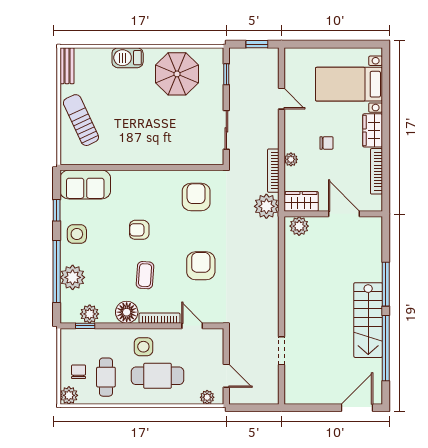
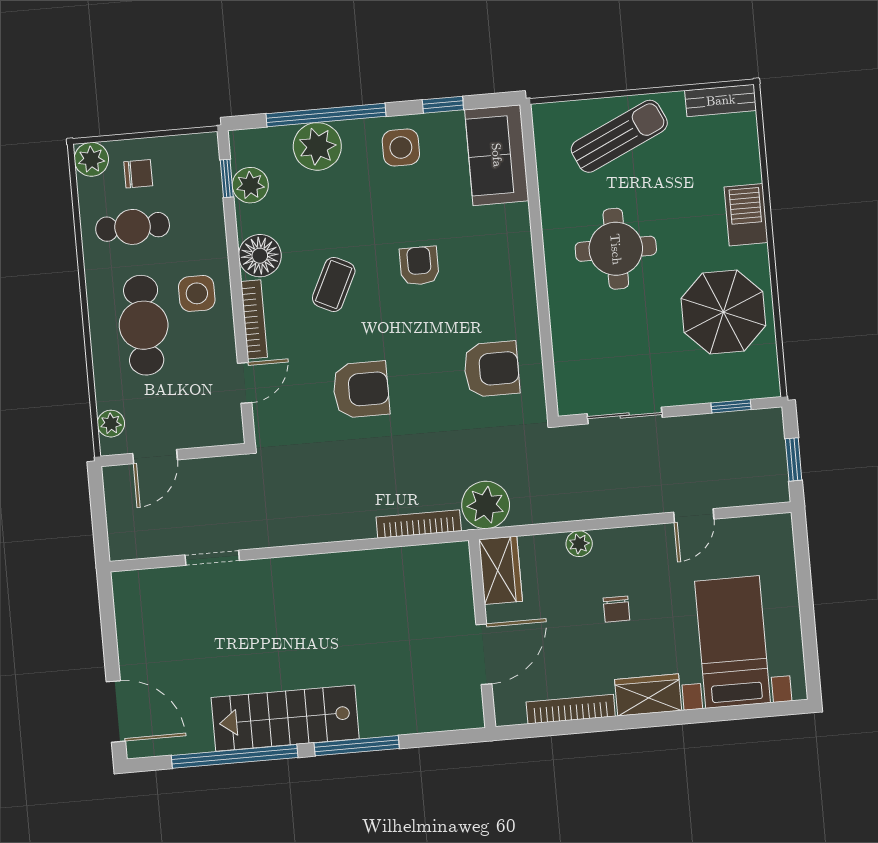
round table: (139, 127) -> (616, 249), added
bookcase: (273, 171) -> (419, 524), moved
plant: (299, 226) -> (453, 571), removed
coffee table: (145, 275) -> (334, 284), turned -68

